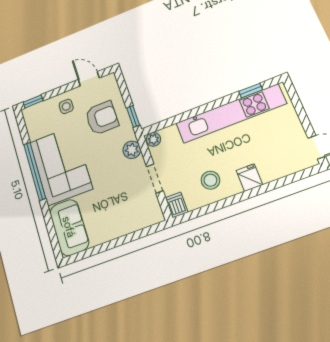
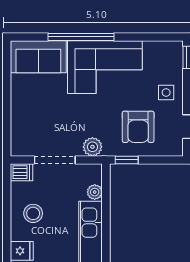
plant: (153, 139) -> (95, 192), moved
window: (35, 171) -> (81, 37), moved
doorway: (155, 179) -> (55, 160), width x1.38

